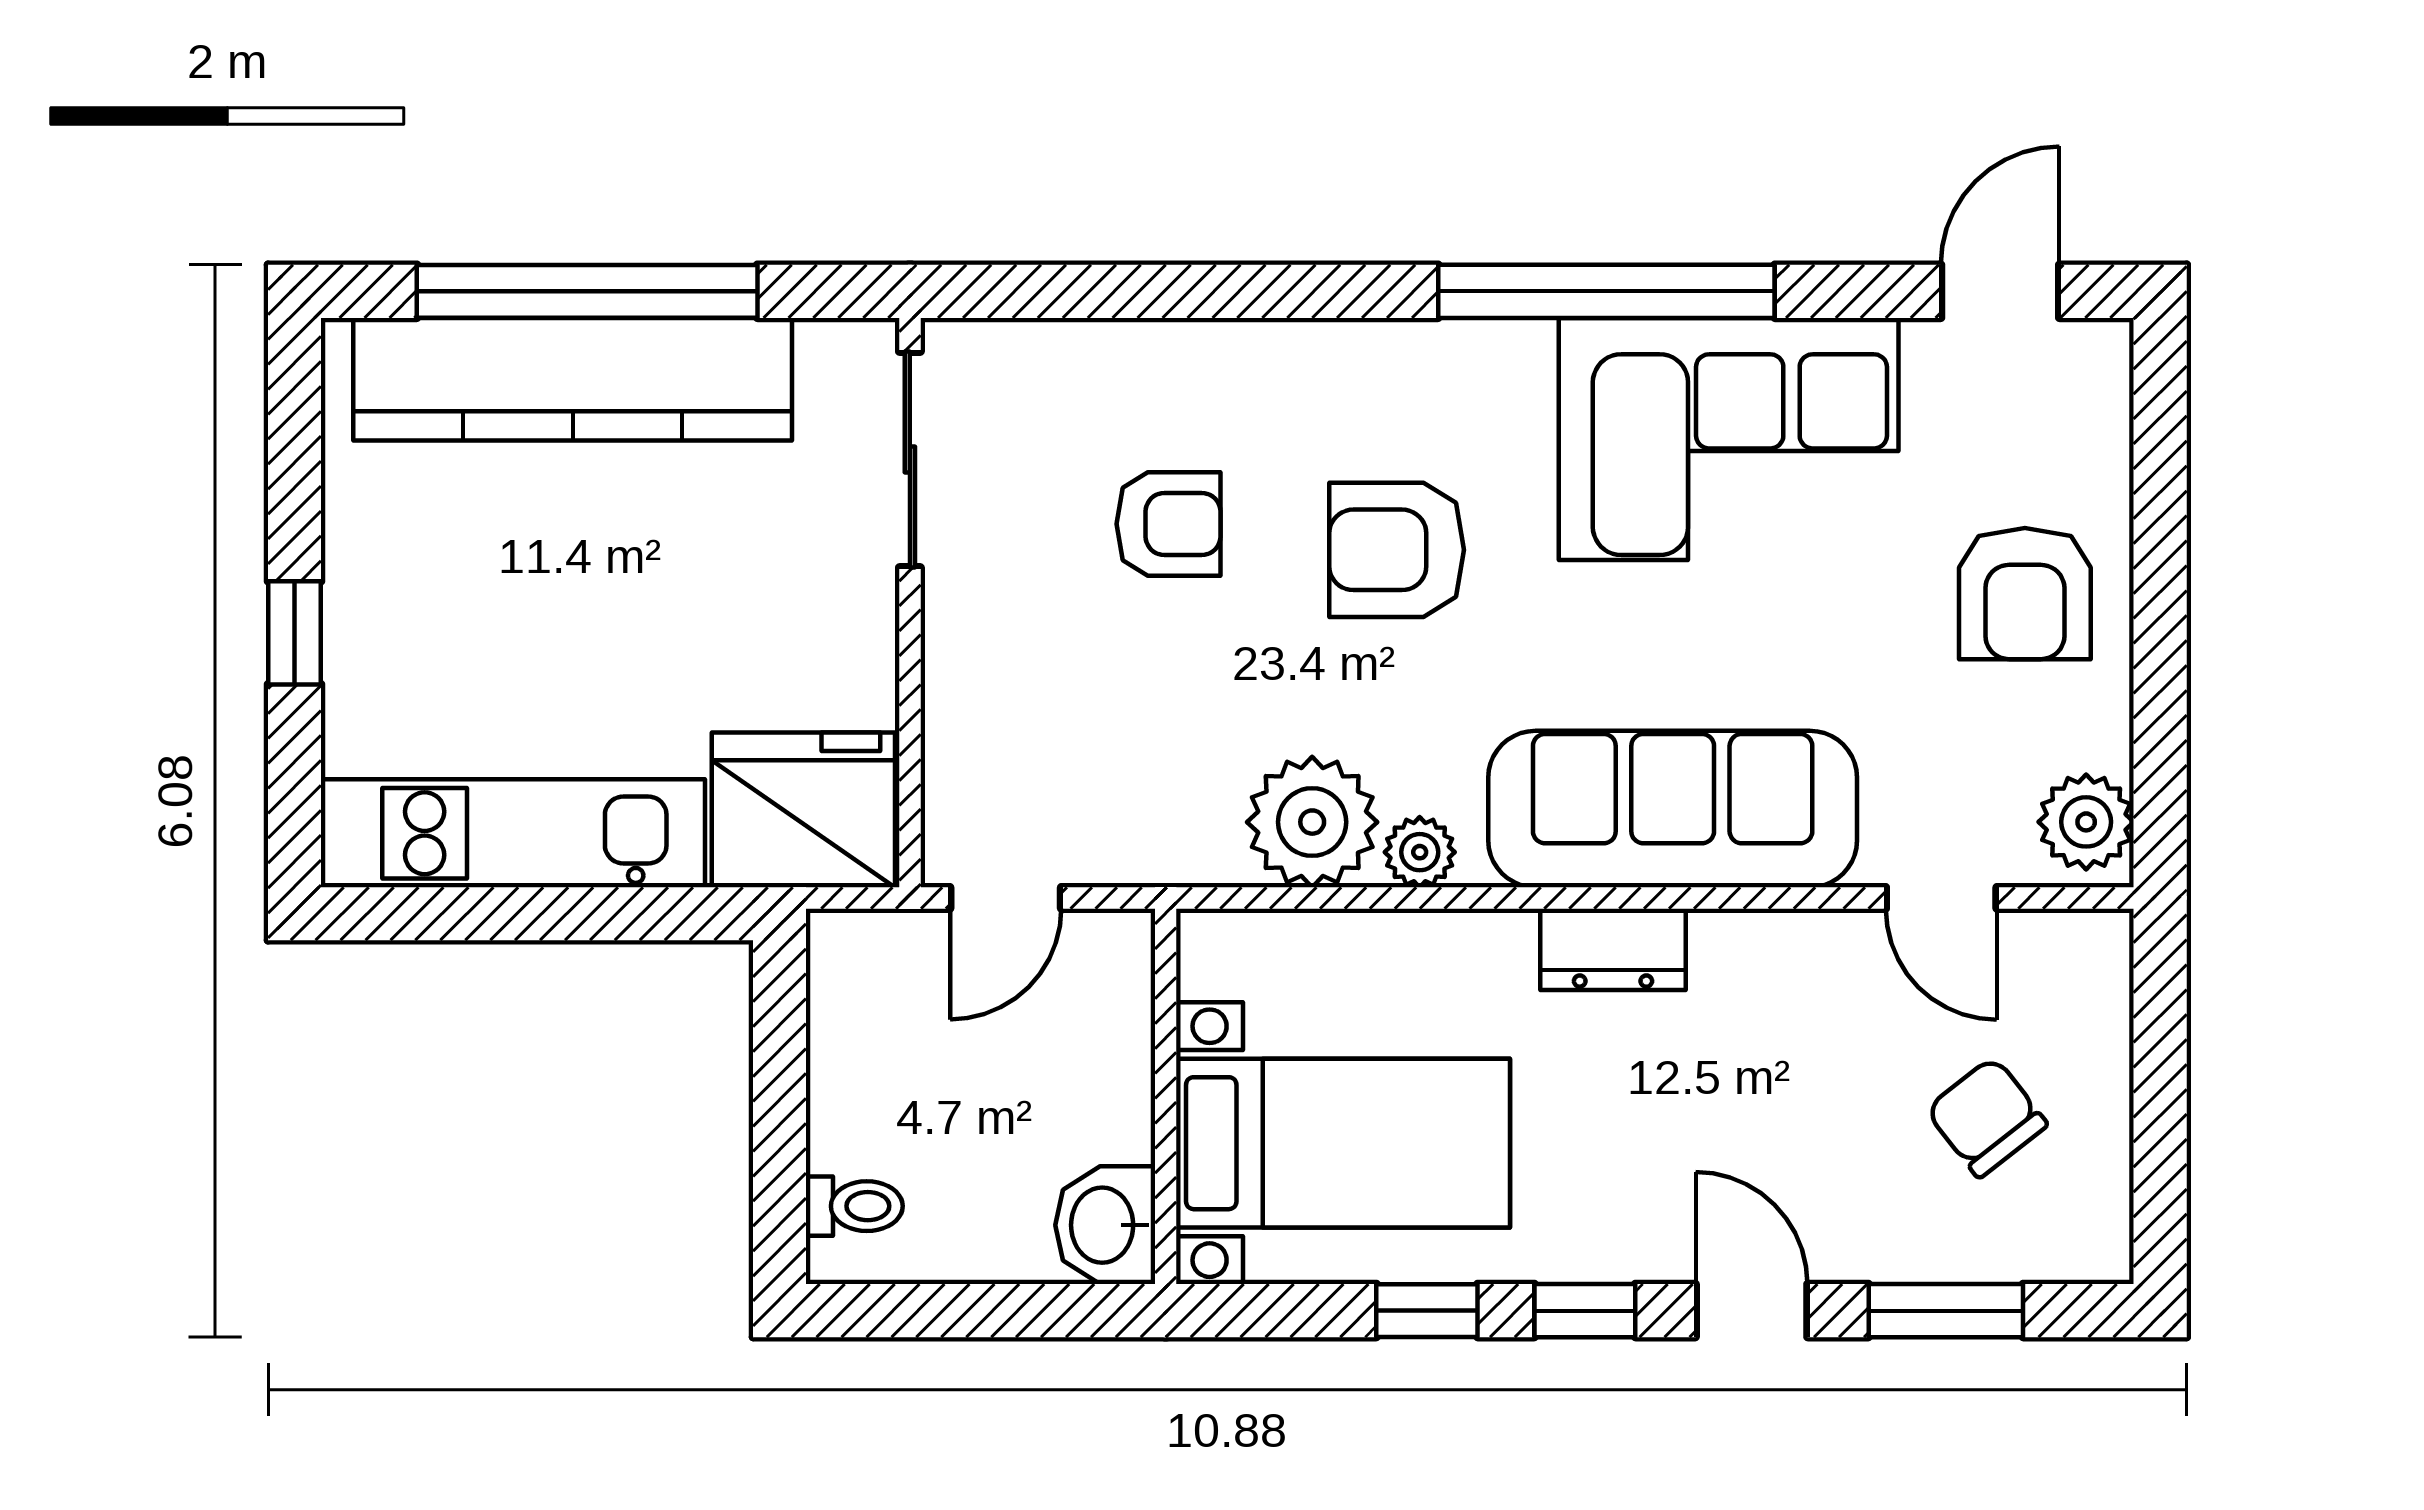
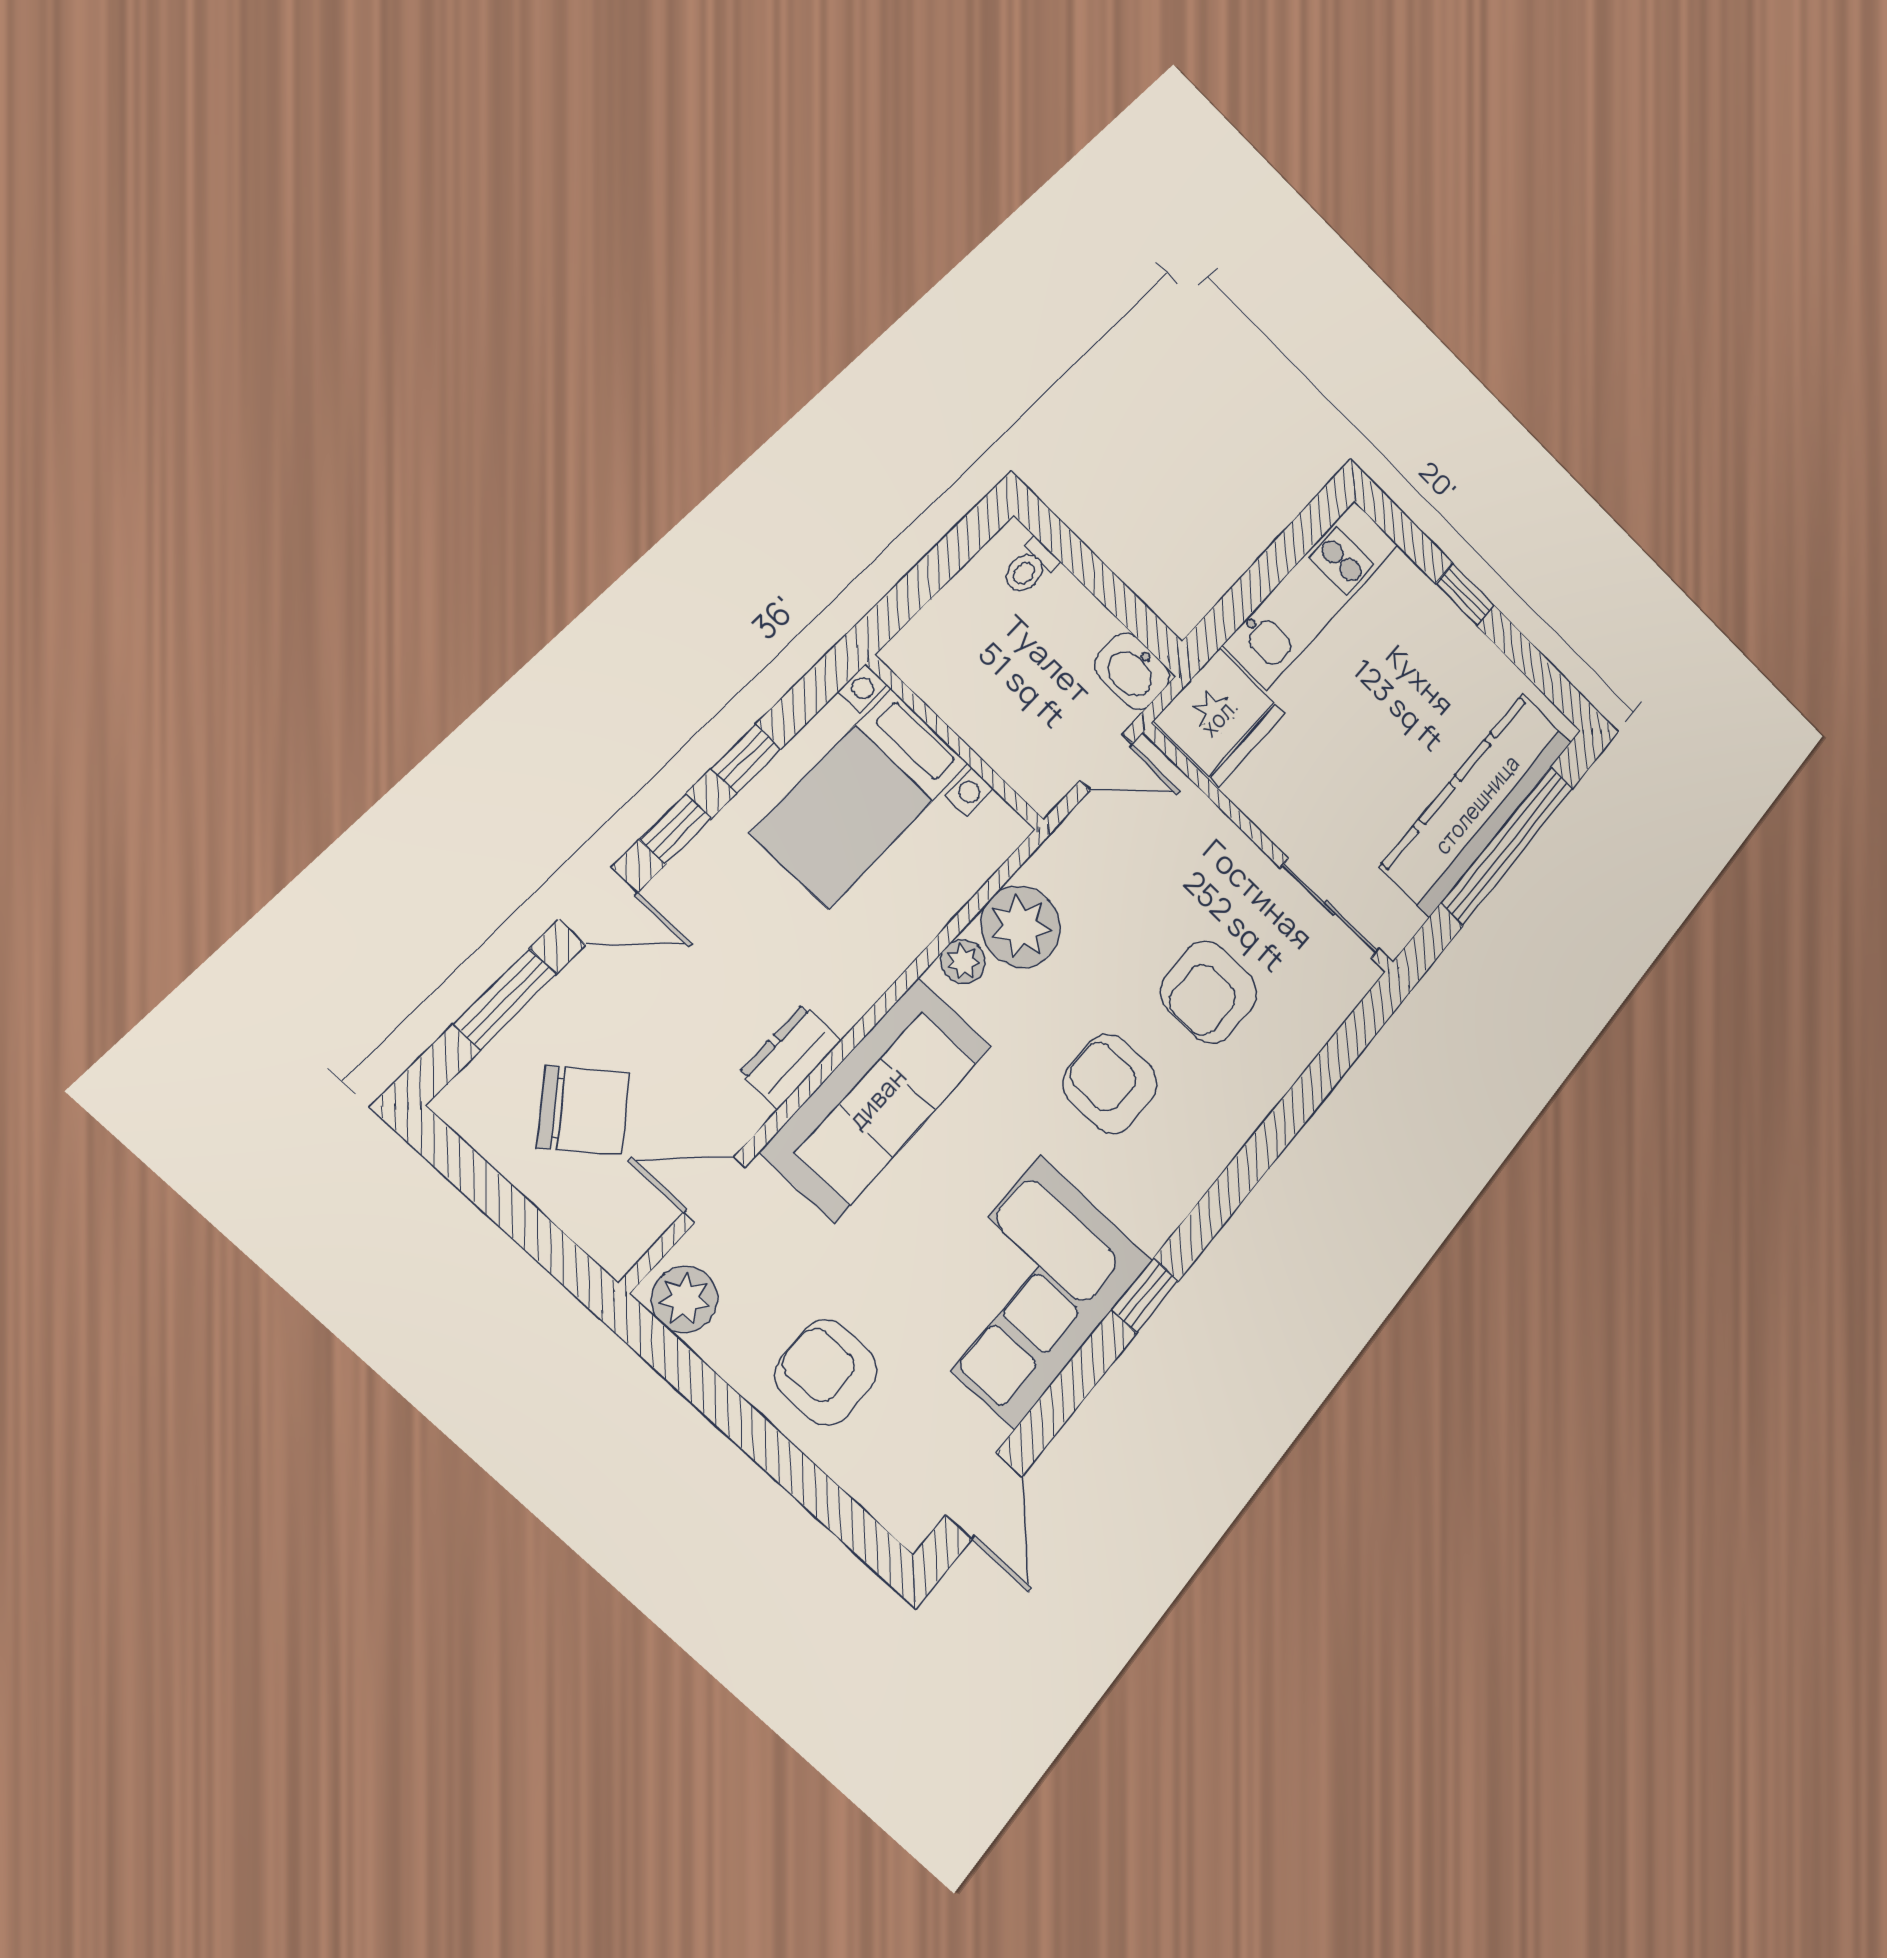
window: (1606, 291) -> (1145, 1295), width x0.32
armchair: (1169, 524) -> (1209, 992), width x1.38, depth x1.38
armchair: (1397, 550) -> (1110, 1084), turned -90
door: (1006, 898) -> (1106, 762), swing flipped
dresser: (1613, 949) -> (790, 1056), moved
chair: (1986, 1117) -> (583, 1110), width x1.37, depth x1.37
washbasin: (1105, 1225) -> (1132, 671), moved, turned 180

